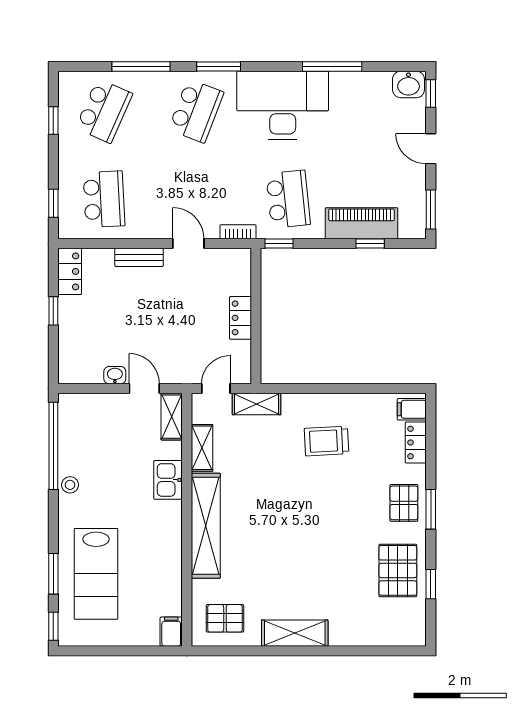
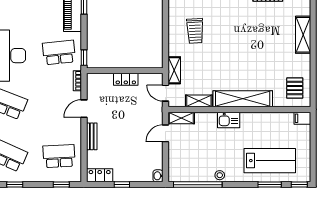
washbasin: (115, 375) -> (158, 176), moved
kitchen sink: (168, 480) -> (229, 120), moved
shelving: (295, 633) -> (303, 35), moved

